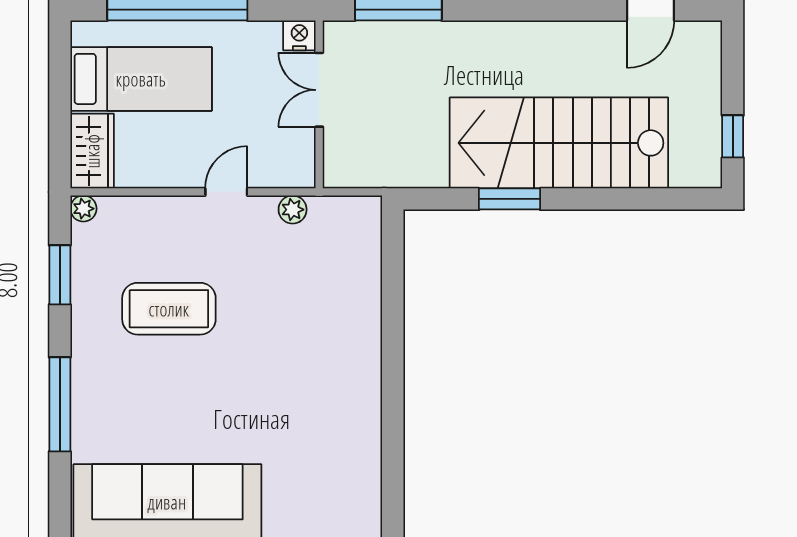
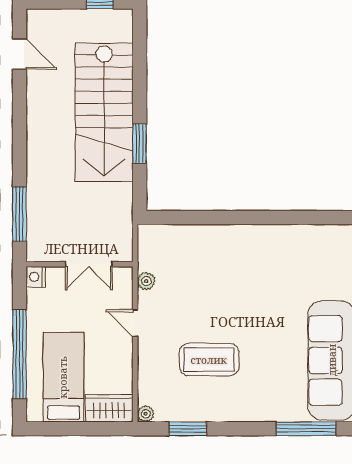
double door: (319, 90) -> (89, 264), moved
coffee table: (169, 309) -> (209, 360), turned 90
window: (60, 404) -> (306, 429), moved

